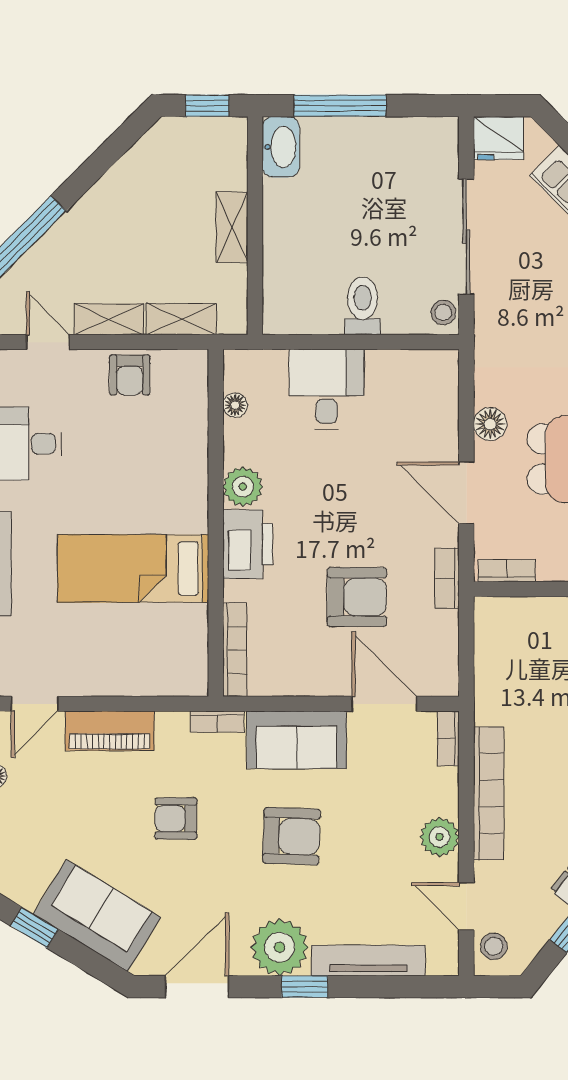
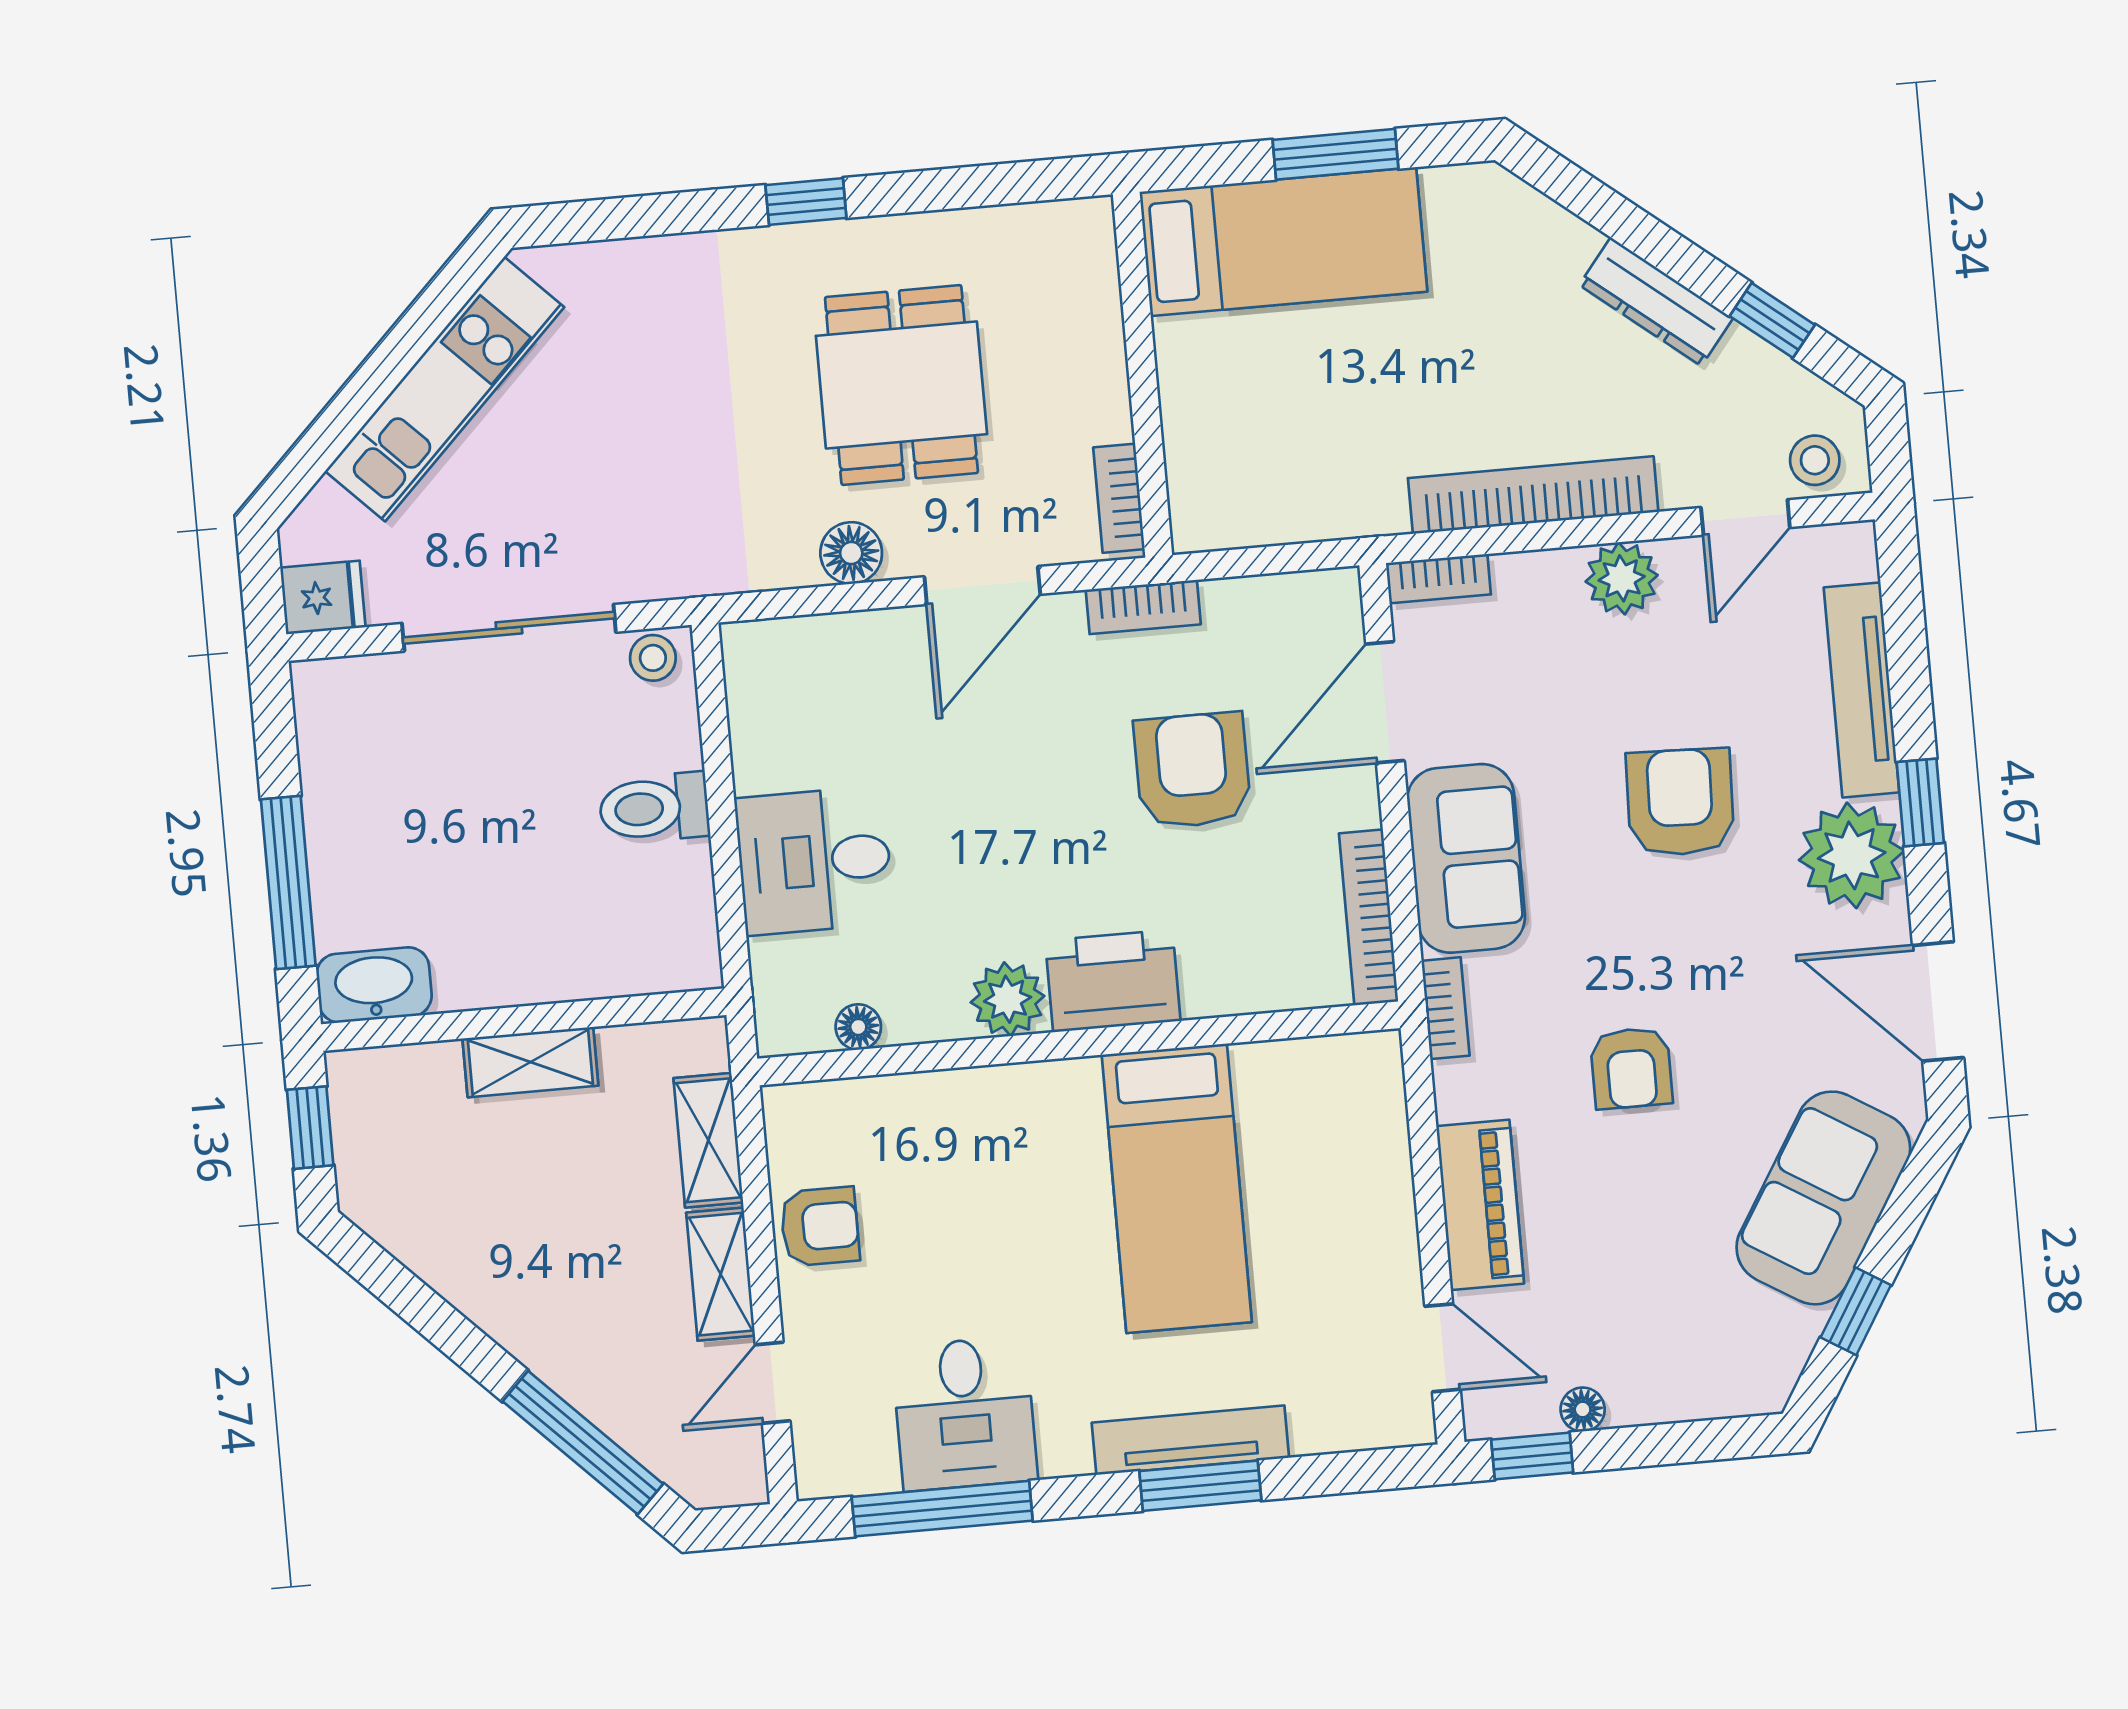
fridge: (499, 138) -> (323, 597), width x0.72
bookcase: (235, 650) -> (1369, 917), moved, turned -90
armchair: (292, 836) -> (1680, 802), moved

